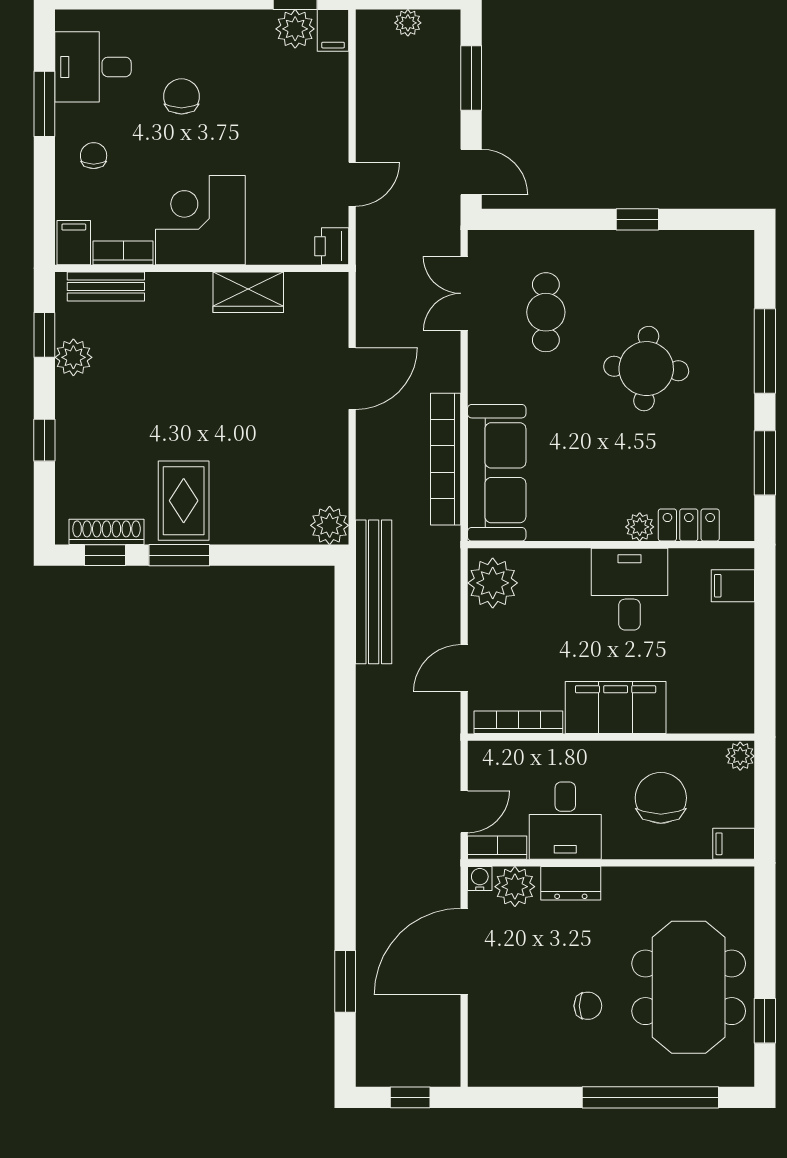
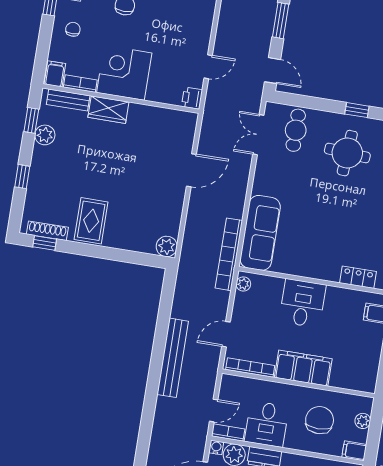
wardrobe: (248, 292) -> (108, 110), moved
cafe table: (546, 312) -> (296, 130), moved
round table: (646, 369) -> (347, 153), moved
bookcase: (446, 459) -> (229, 254), moved
plant: (640, 527) -> (332, 274), removed
window: (179, 555) -> (84, 249), removed
plant: (493, 583) -> (243, 284), width x0.53, depth x0.53
desk: (629, 589) -> (302, 303), moved
bench: (374, 592) -> (173, 358), moved
plant: (740, 756) -> (363, 421), moved

